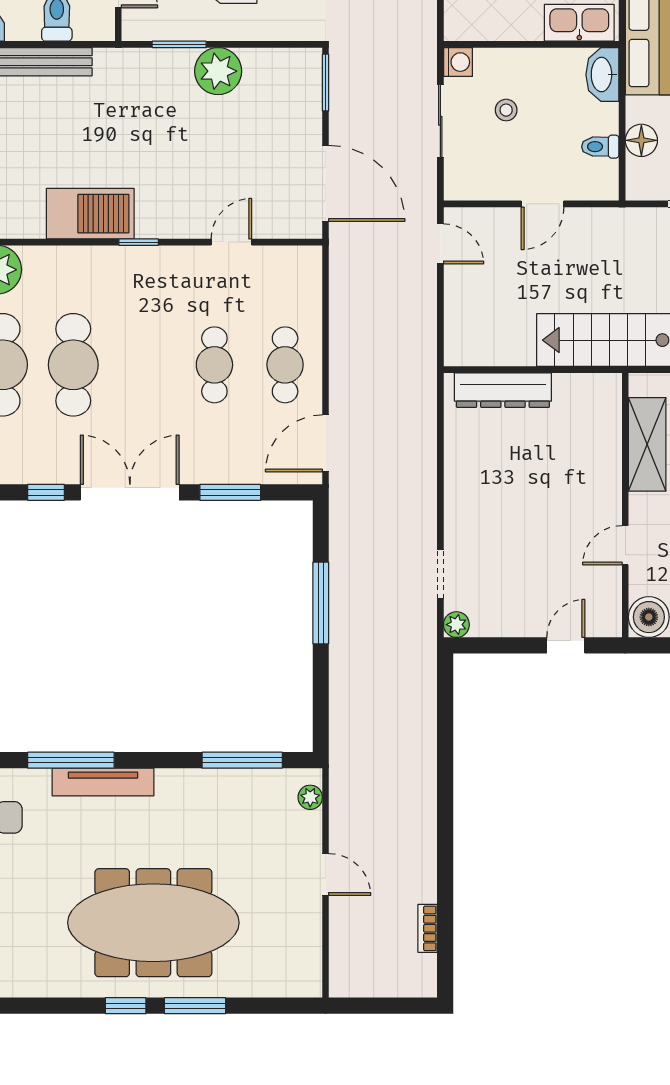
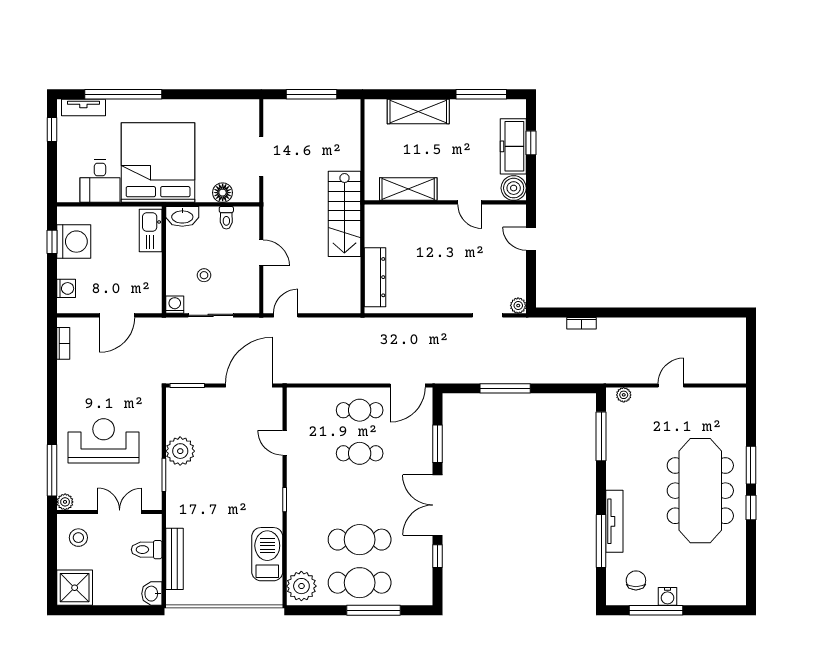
barbecue: (90, 214) -> (267, 554), moved
door: (326, 443) -> (408, 385), hinge flipped
bookcase: (428, 928) -> (581, 323), moved

